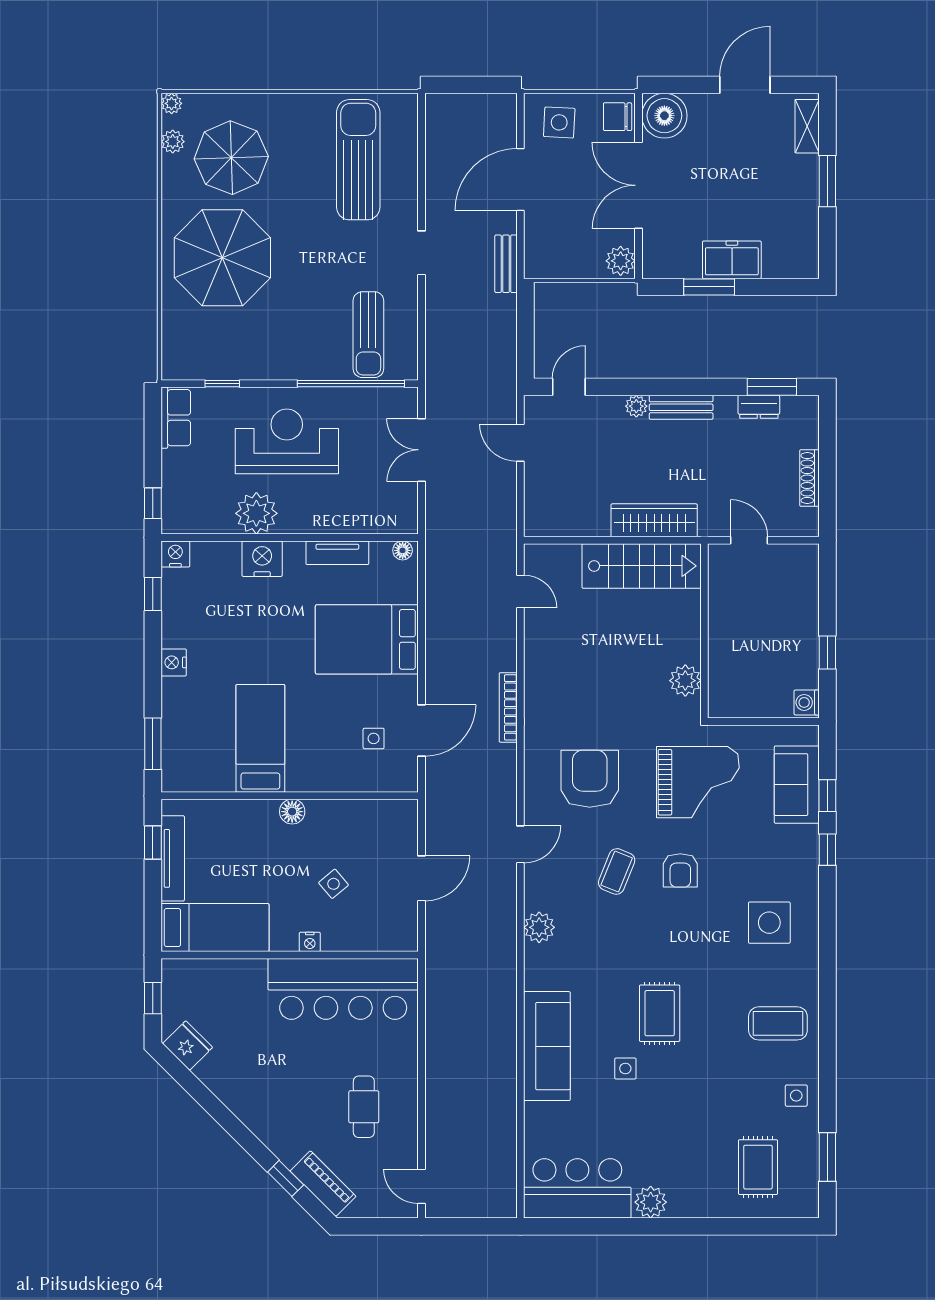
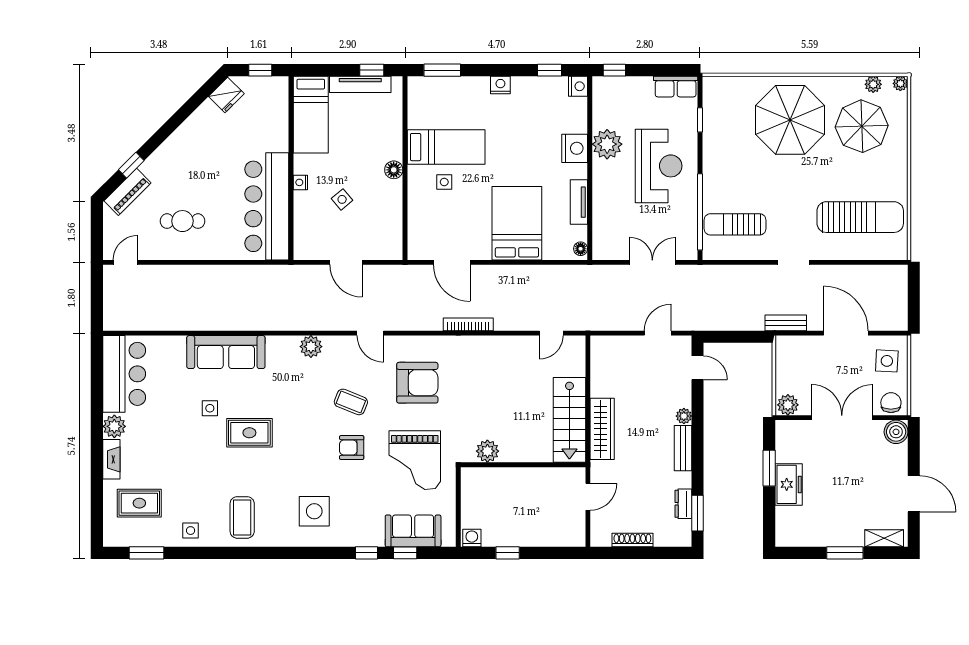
boiler: (664, 116) -> (896, 432), width x0.73, depth x0.73
side table: (374, 738) -> (444, 182), moved
fireplace: (697, 1206) -> (111, 459), added

